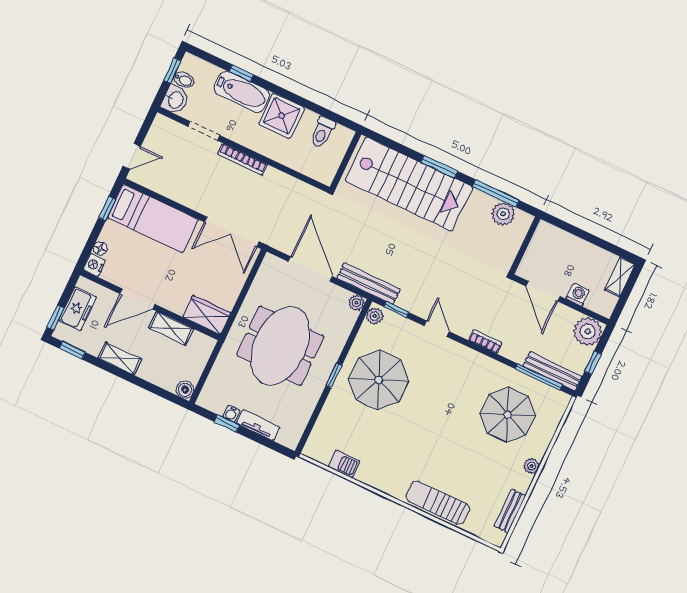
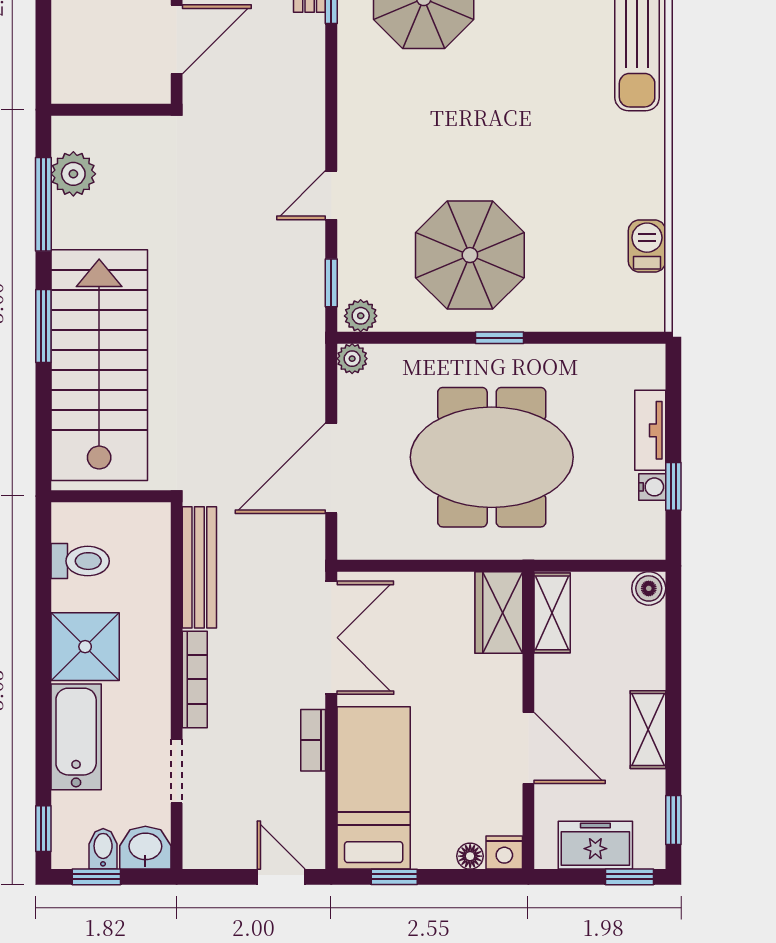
window: (241, 73) -> (43, 829), moved
bench: (369, 284) -> (199, 567), moved
shelving: (171, 328) -> (552, 613), moved
bookcase: (485, 341) -> (313, 740), moved

